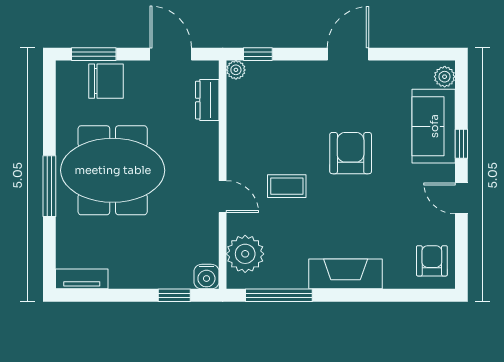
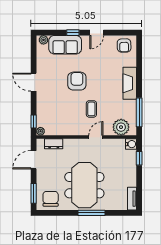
chair: (106, 81) -> (51, 199), moved
armchair: (351, 153) -> (77, 81), turned 90
armchair: (432, 261) -> (124, 45), turned -92

